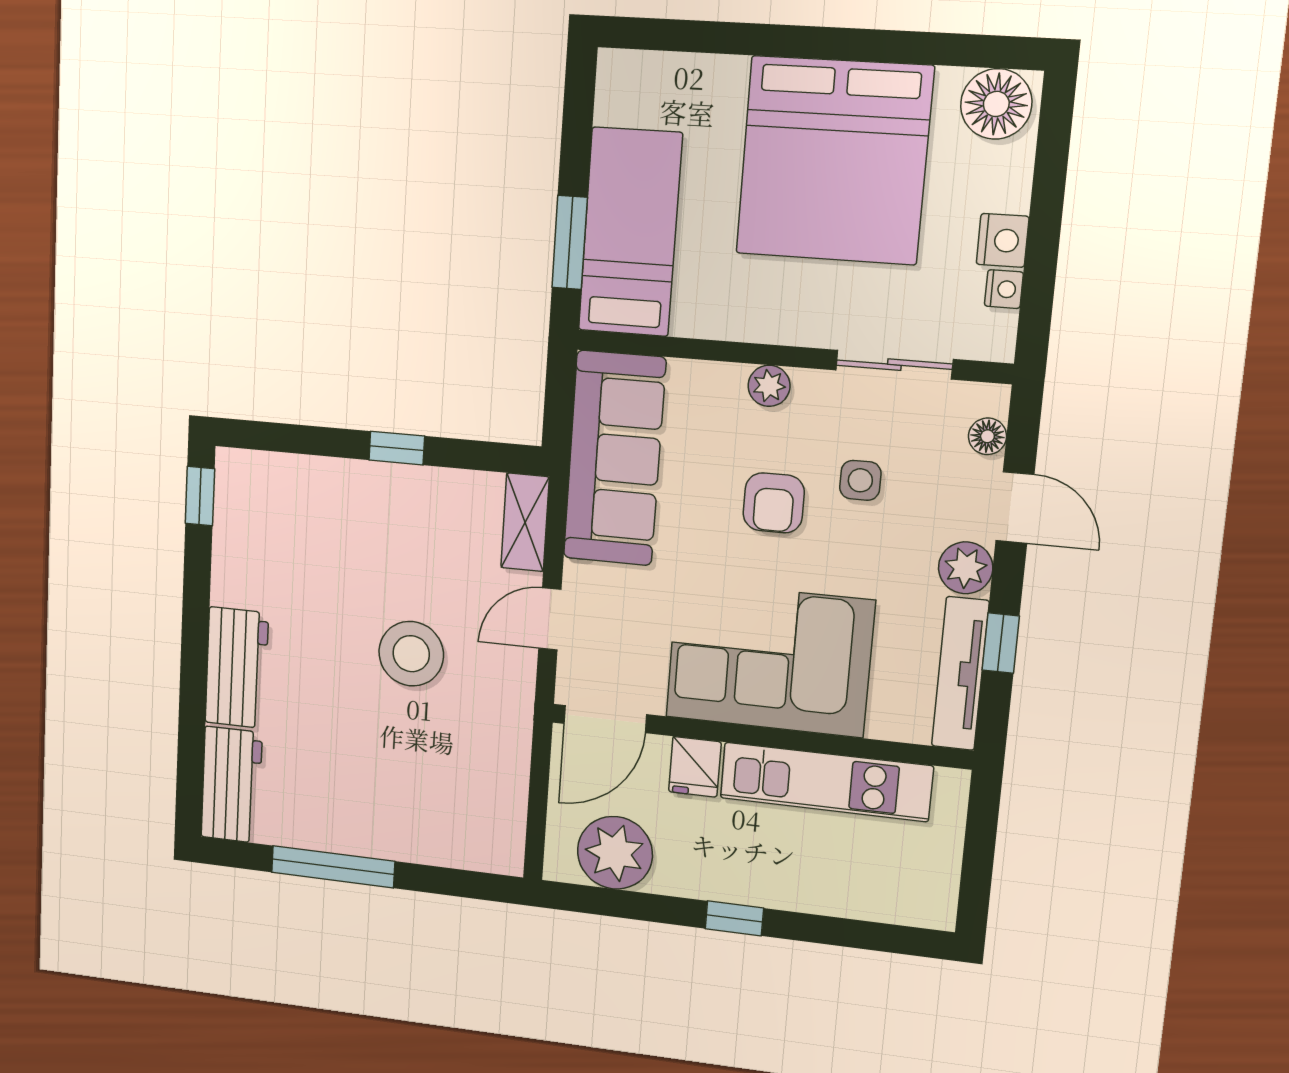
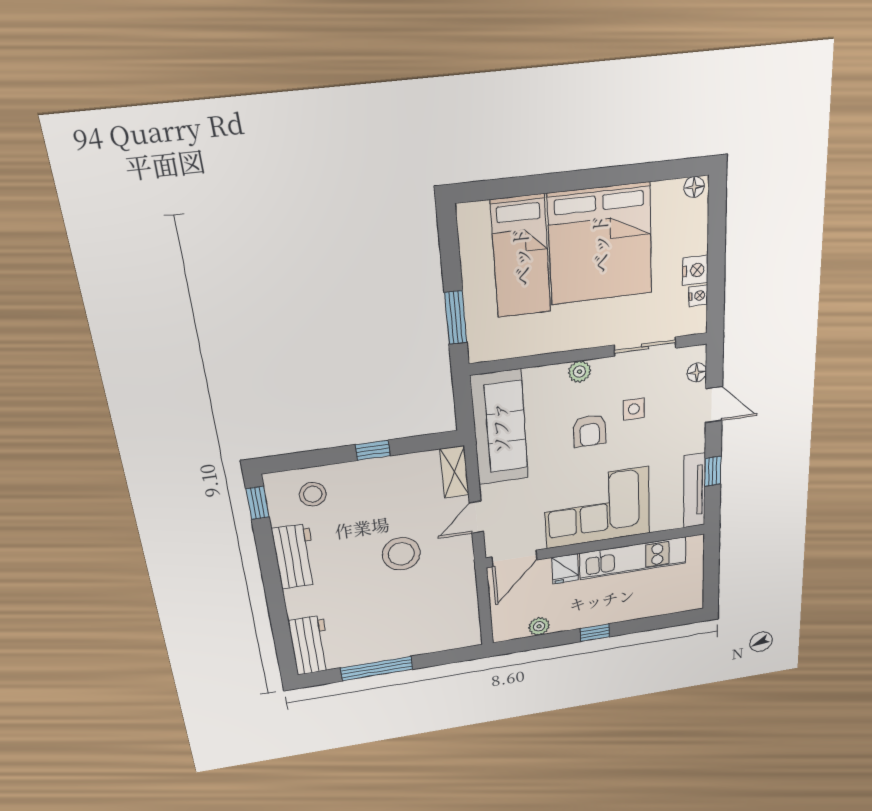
floor lamp: (996, 104) -> (694, 187), width x0.53, depth x0.53
bed: (630, 232) -> (521, 257), moved, turned 180
stool: (288, 503) -> (313, 494), added
plant: (966, 568) -> (692, 440), removed
workbench: (237, 668) -> (295, 557), moved
plant: (615, 853) -> (539, 626), width x0.53, depth x0.53

